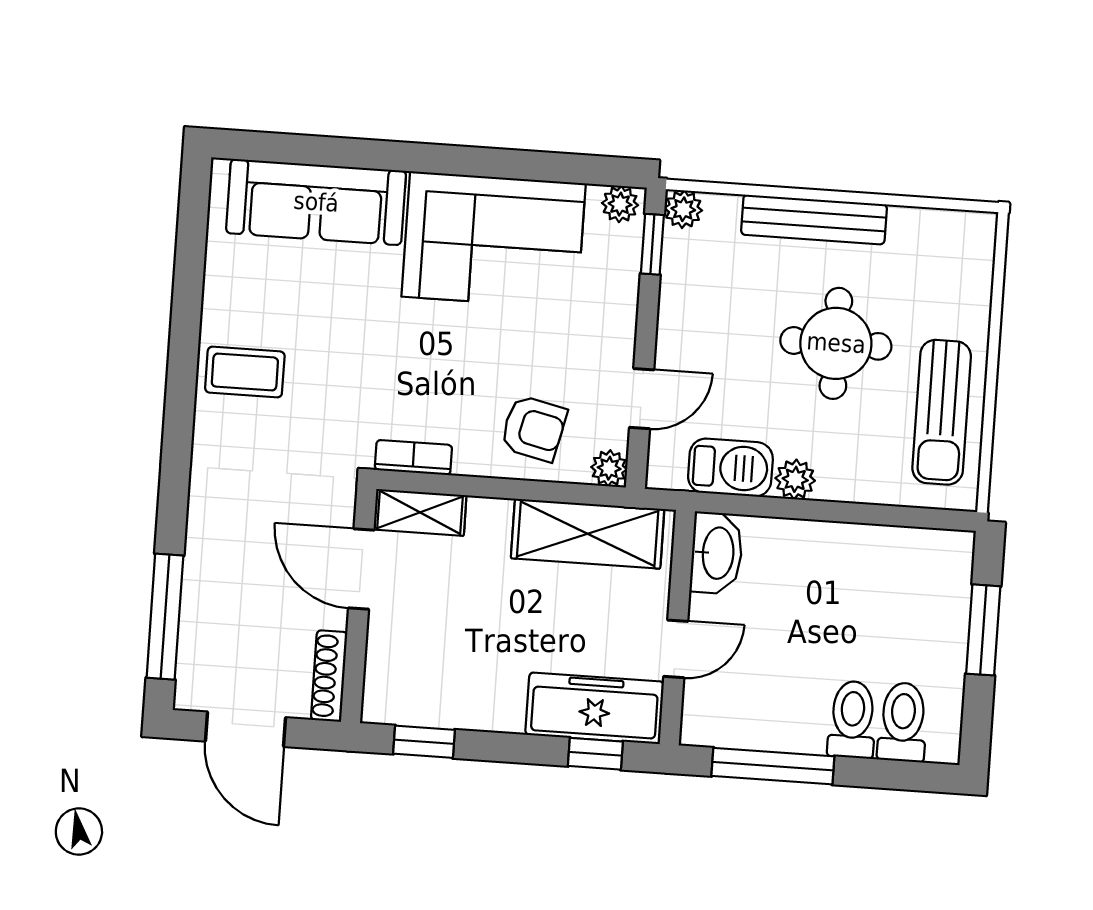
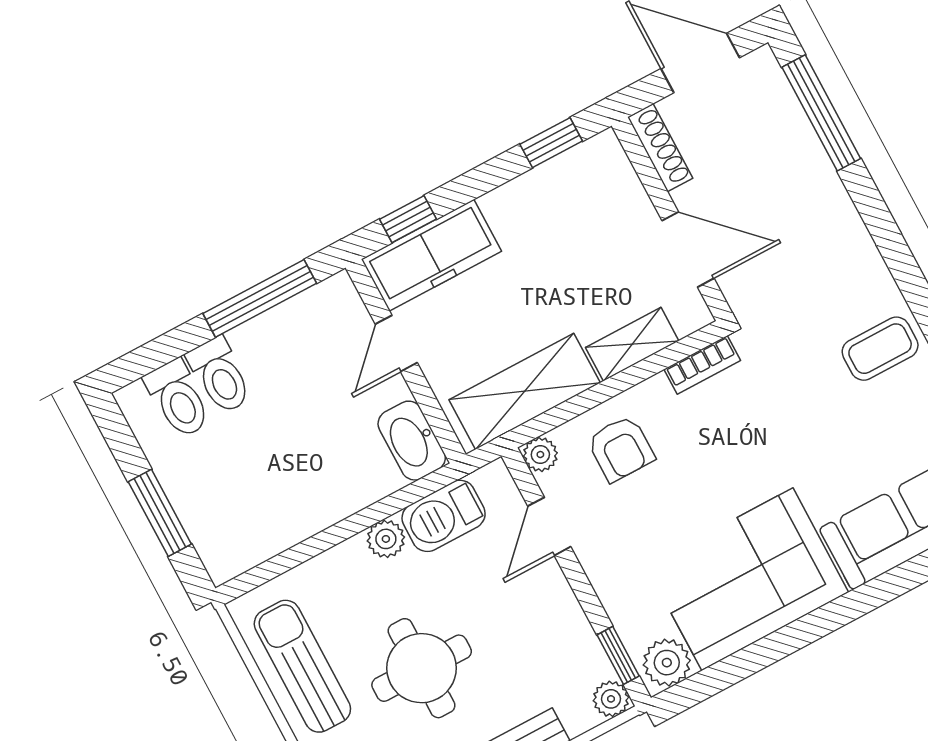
plant: (620, 204) -> (667, 663), width x1.38, depth x1.38
armchair: (534, 428) -> (621, 449), turned -103
shelving: (420, 512) -> (632, 344), moved

